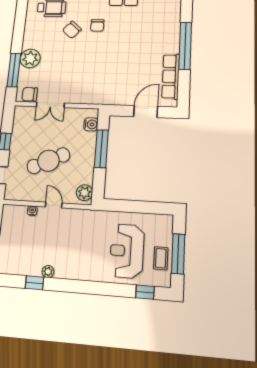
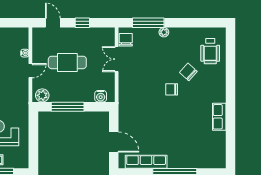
chair: (97, 25) -> (172, 89), moved
plant: (30, 58) -> (164, 32), width x0.53, depth x0.53
window: (101, 149) -> (68, 107), moved
cafe table: (48, 161) -> (67, 62), turned -65

